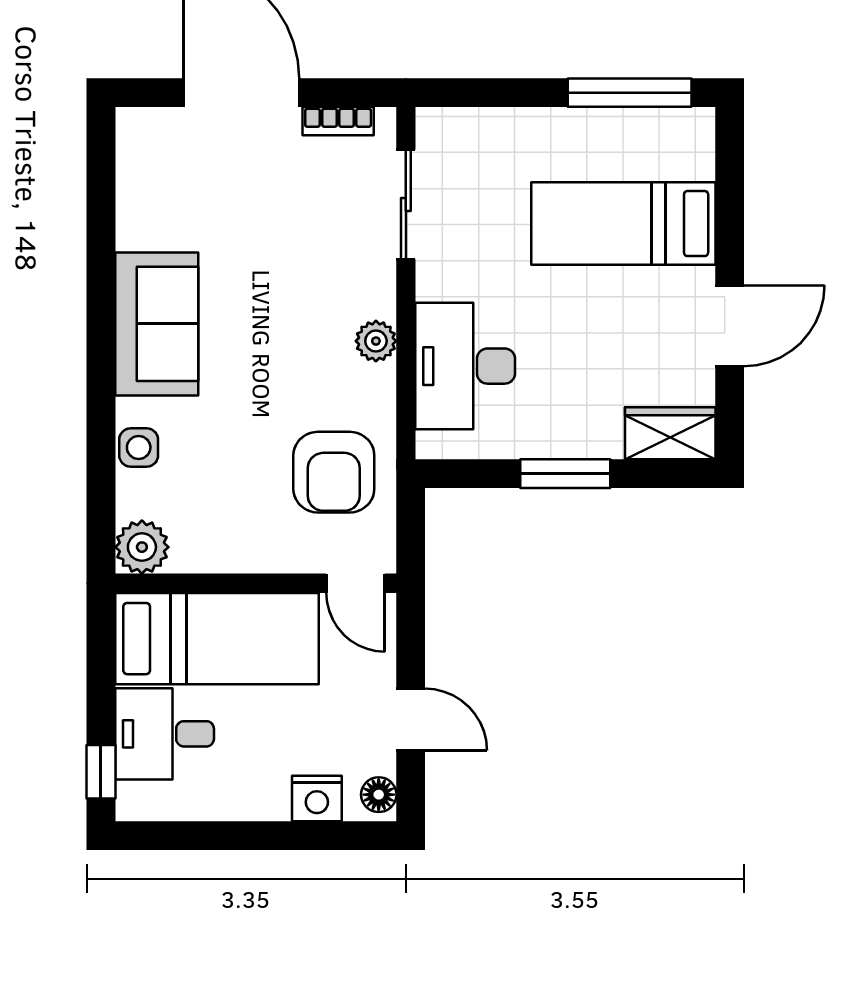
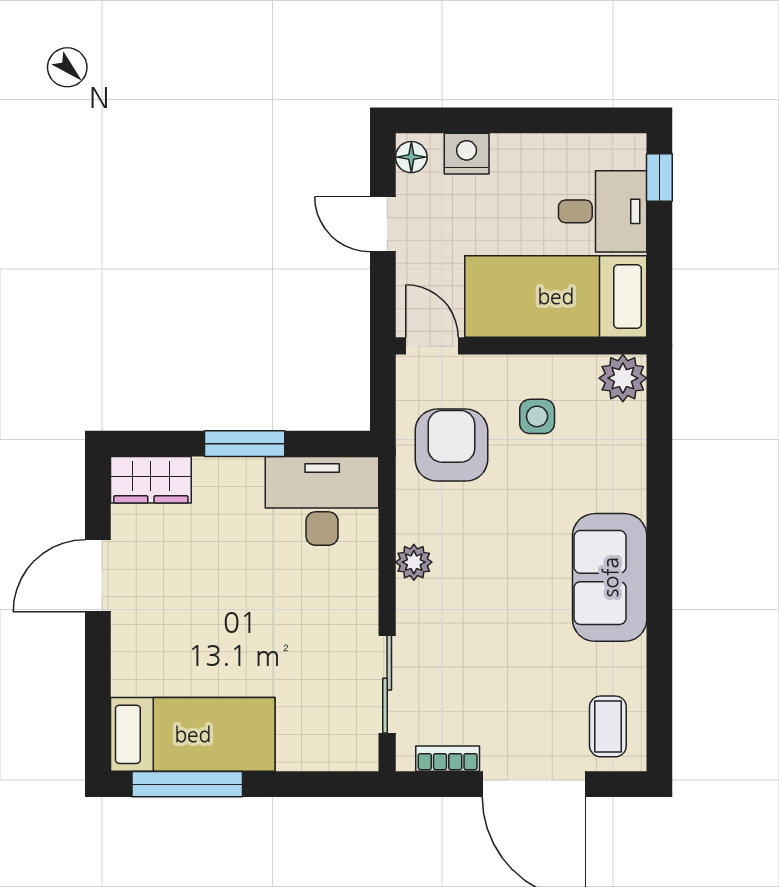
coffee table: (159, 157) -> (608, 726), added
bed: (623, 224) -> (193, 734), moved
desk: (465, 366) -> (322, 501), moved, turned -90
side table: (139, 447) -> (537, 416), moved

